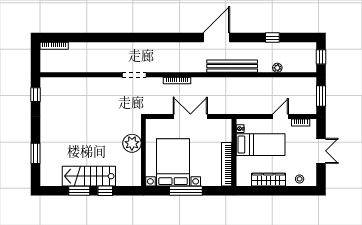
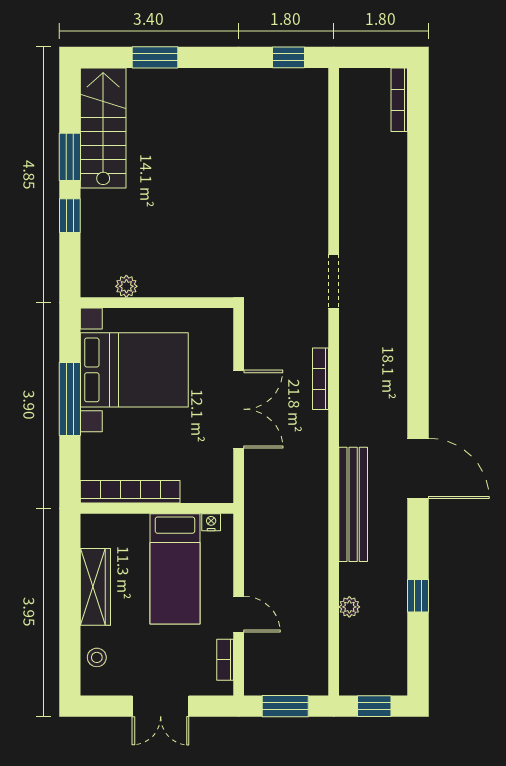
plant: (132, 143) -> (126, 286), moved, width x0.53, depth x0.53
stairs: (89, 176) -> (103, 128), moved

